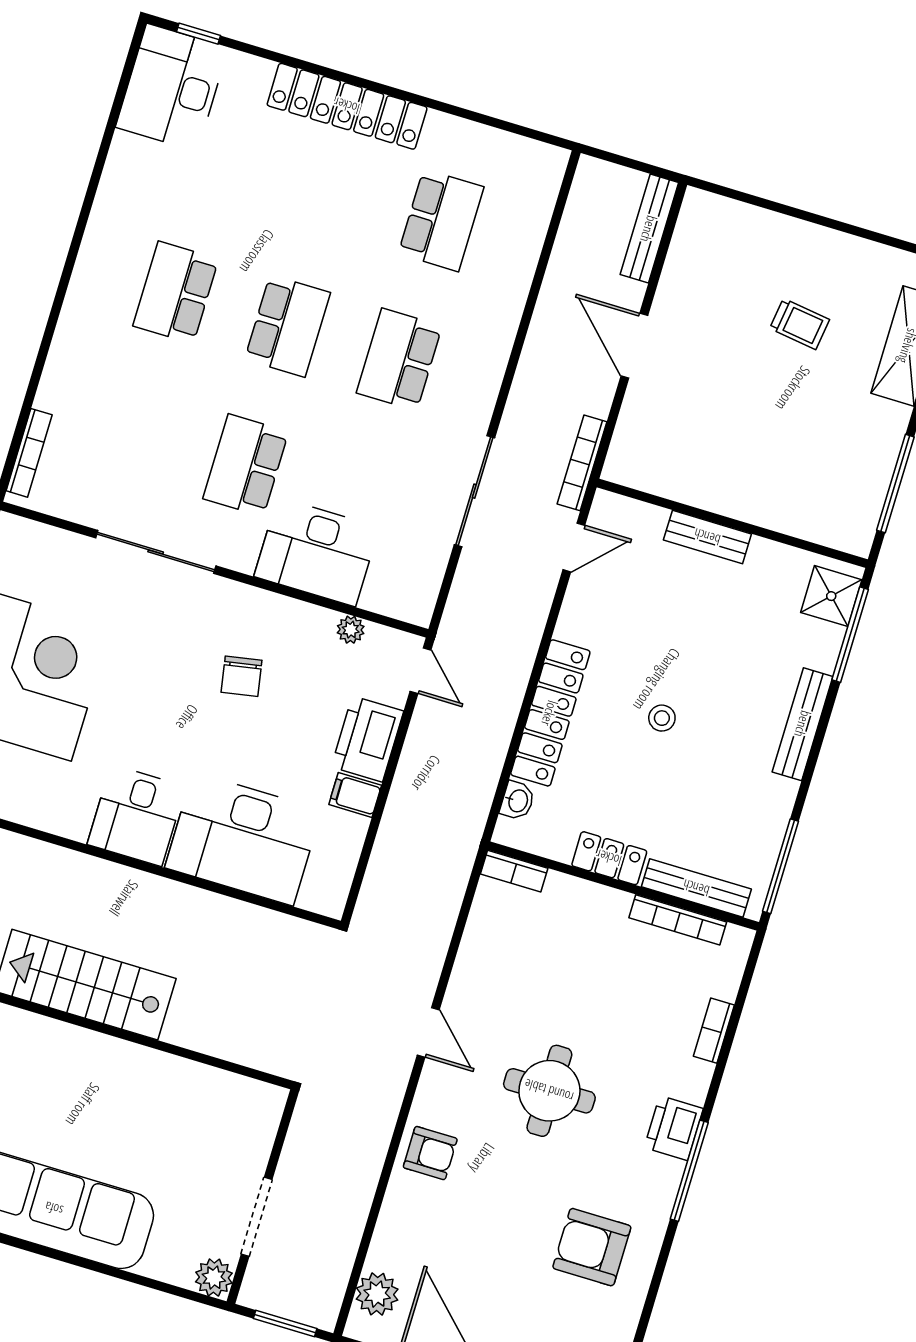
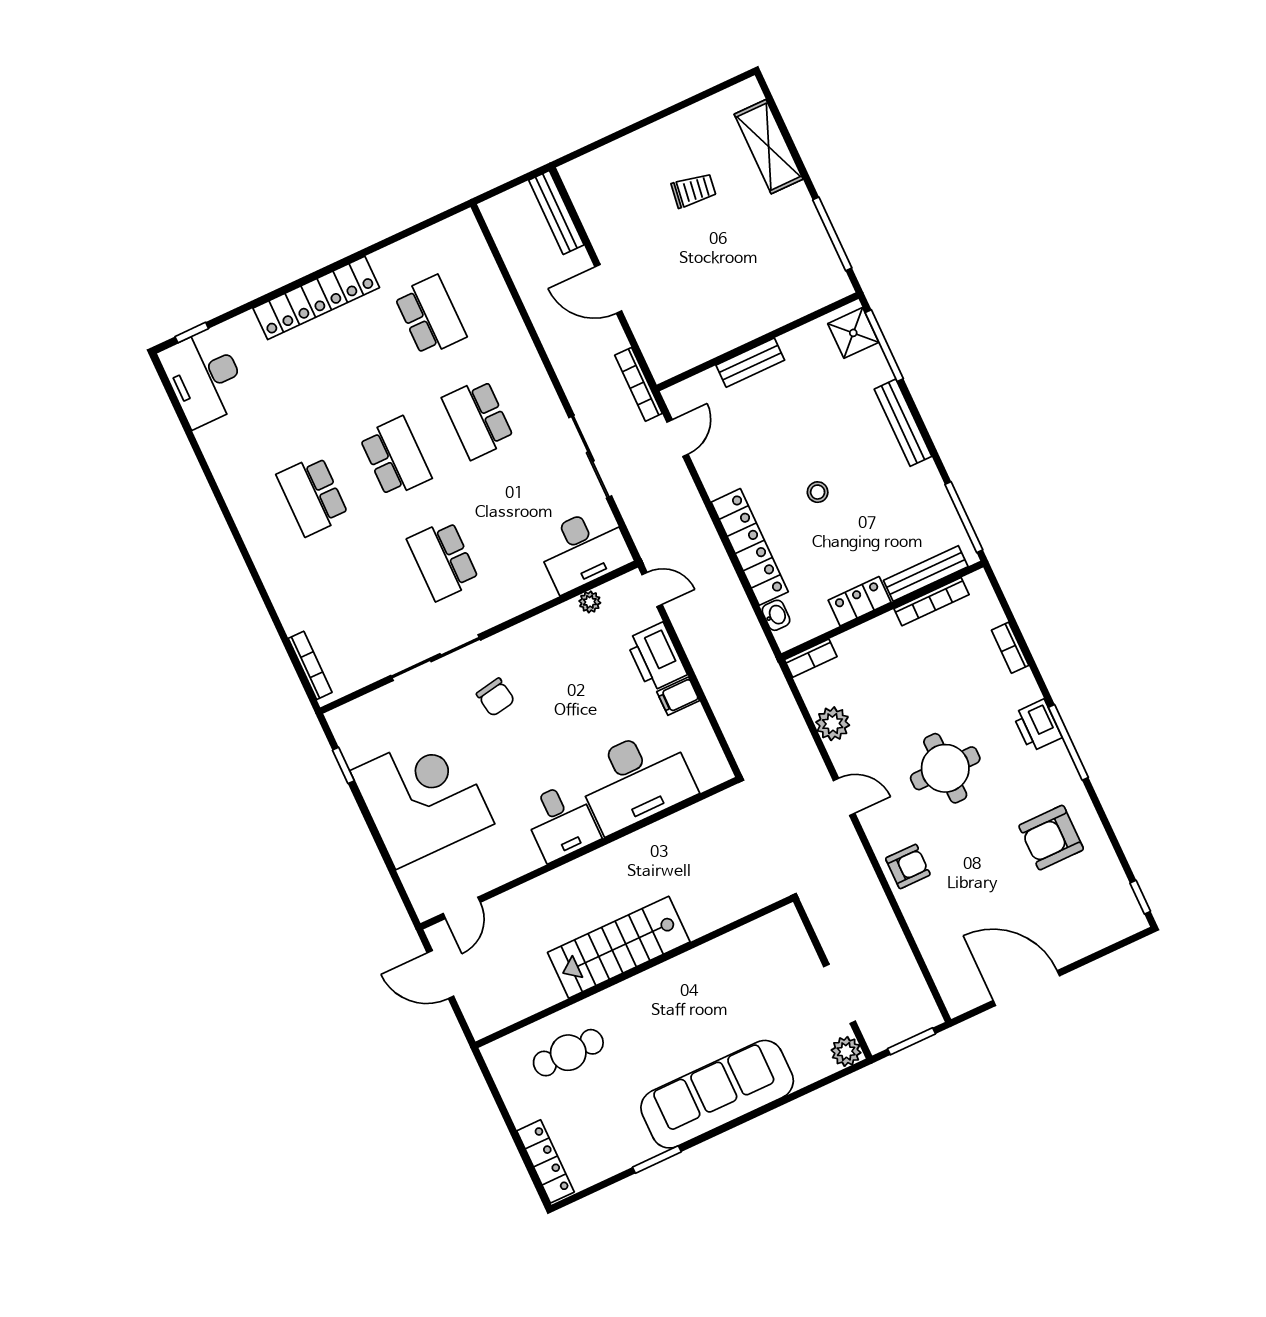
desk: (317, 552) -> (584, 549), moved
chair: (242, 676) -> (496, 697), moved
plant: (377, 1294) -> (833, 724), moved

